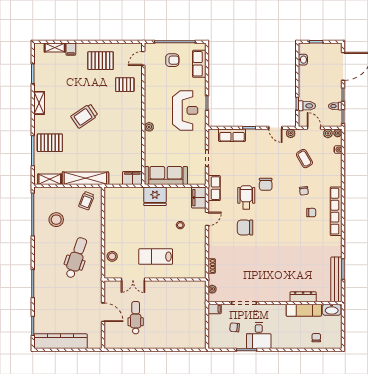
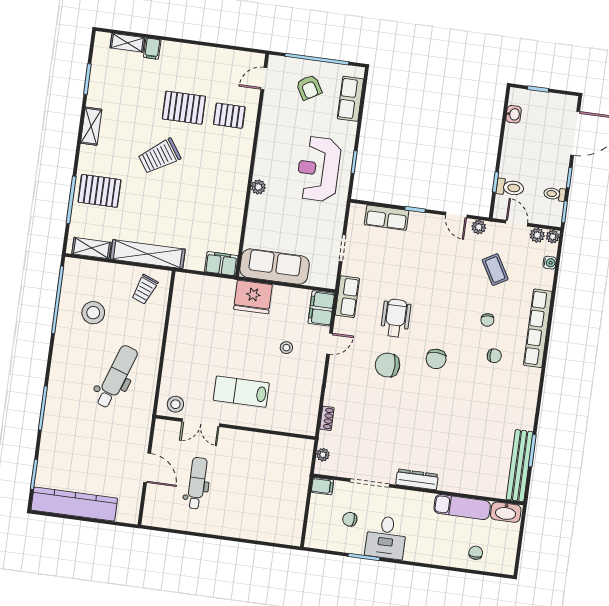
armchair: (172, 60) -> (309, 87), turned 60
pallet: (101, 61) -> (184, 108), moved
reception desk: (185, 110) -> (318, 169), turned 180
chair: (266, 184) -> (436, 359), moved
row of seats: (336, 211) -> (538, 328), moved
stool: (112, 256) -> (175, 404), moved
dresser: (303, 297) -> (417, 479), moved

